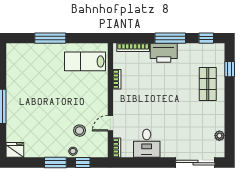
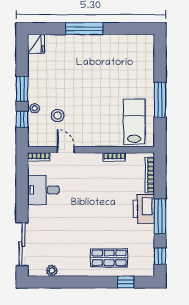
window: (50, 38) -> (160, 100), moved

